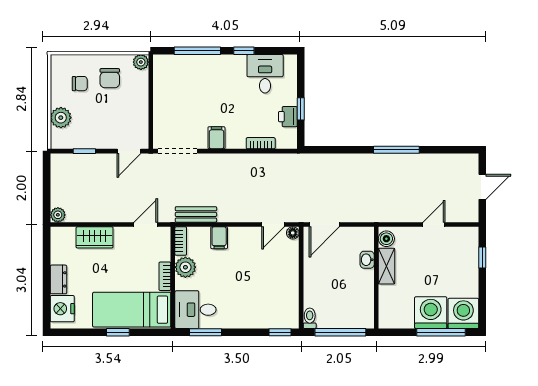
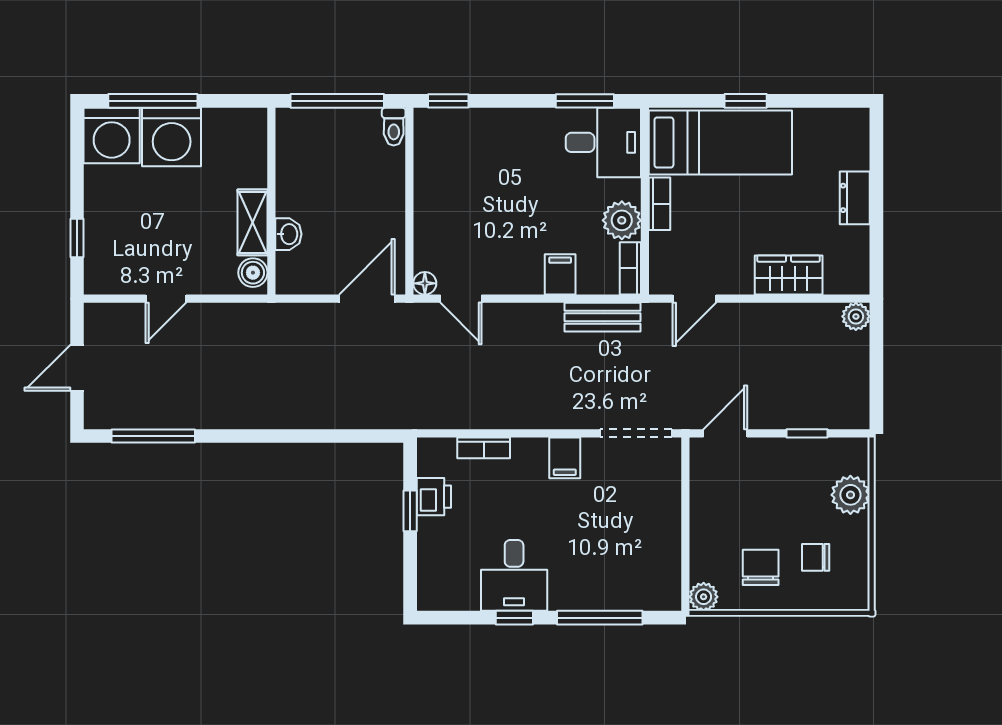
desk: (265, 74) -> (514, 575), moved
window: (396, 150) -> (153, 436), moved
door: (273, 225) -> (461, 299), swing flipped
nightstand: (62, 309) -> (848, 144), removed

